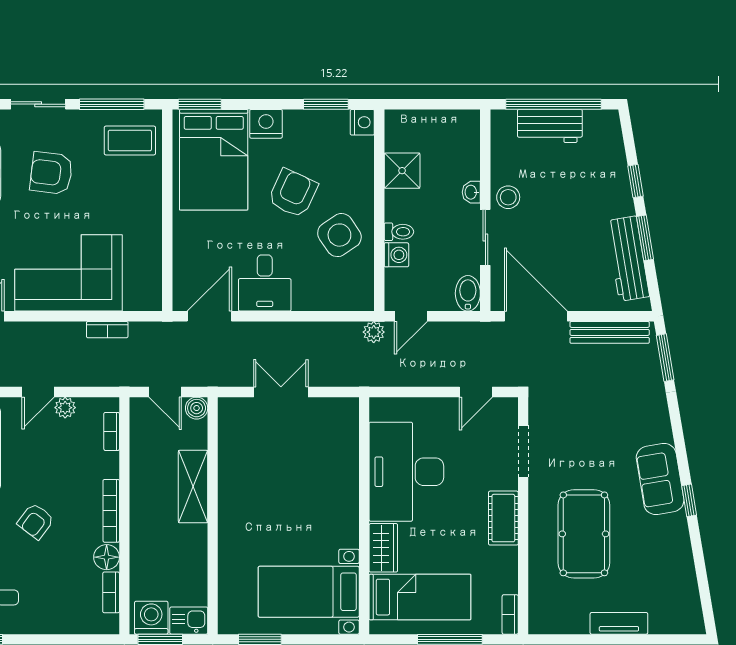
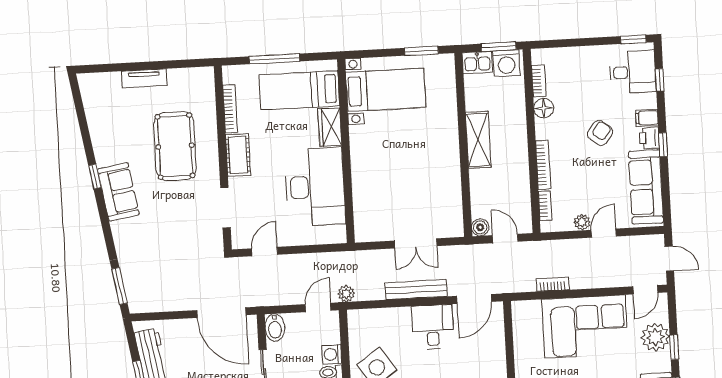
bench: (610, 332) -> (416, 290), moved
shelving: (193, 487) -> (478, 140), moved
bookcase: (111, 511) -> (543, 165), moved
bookcase: (510, 614) -> (230, 109), moved, width x1.56

